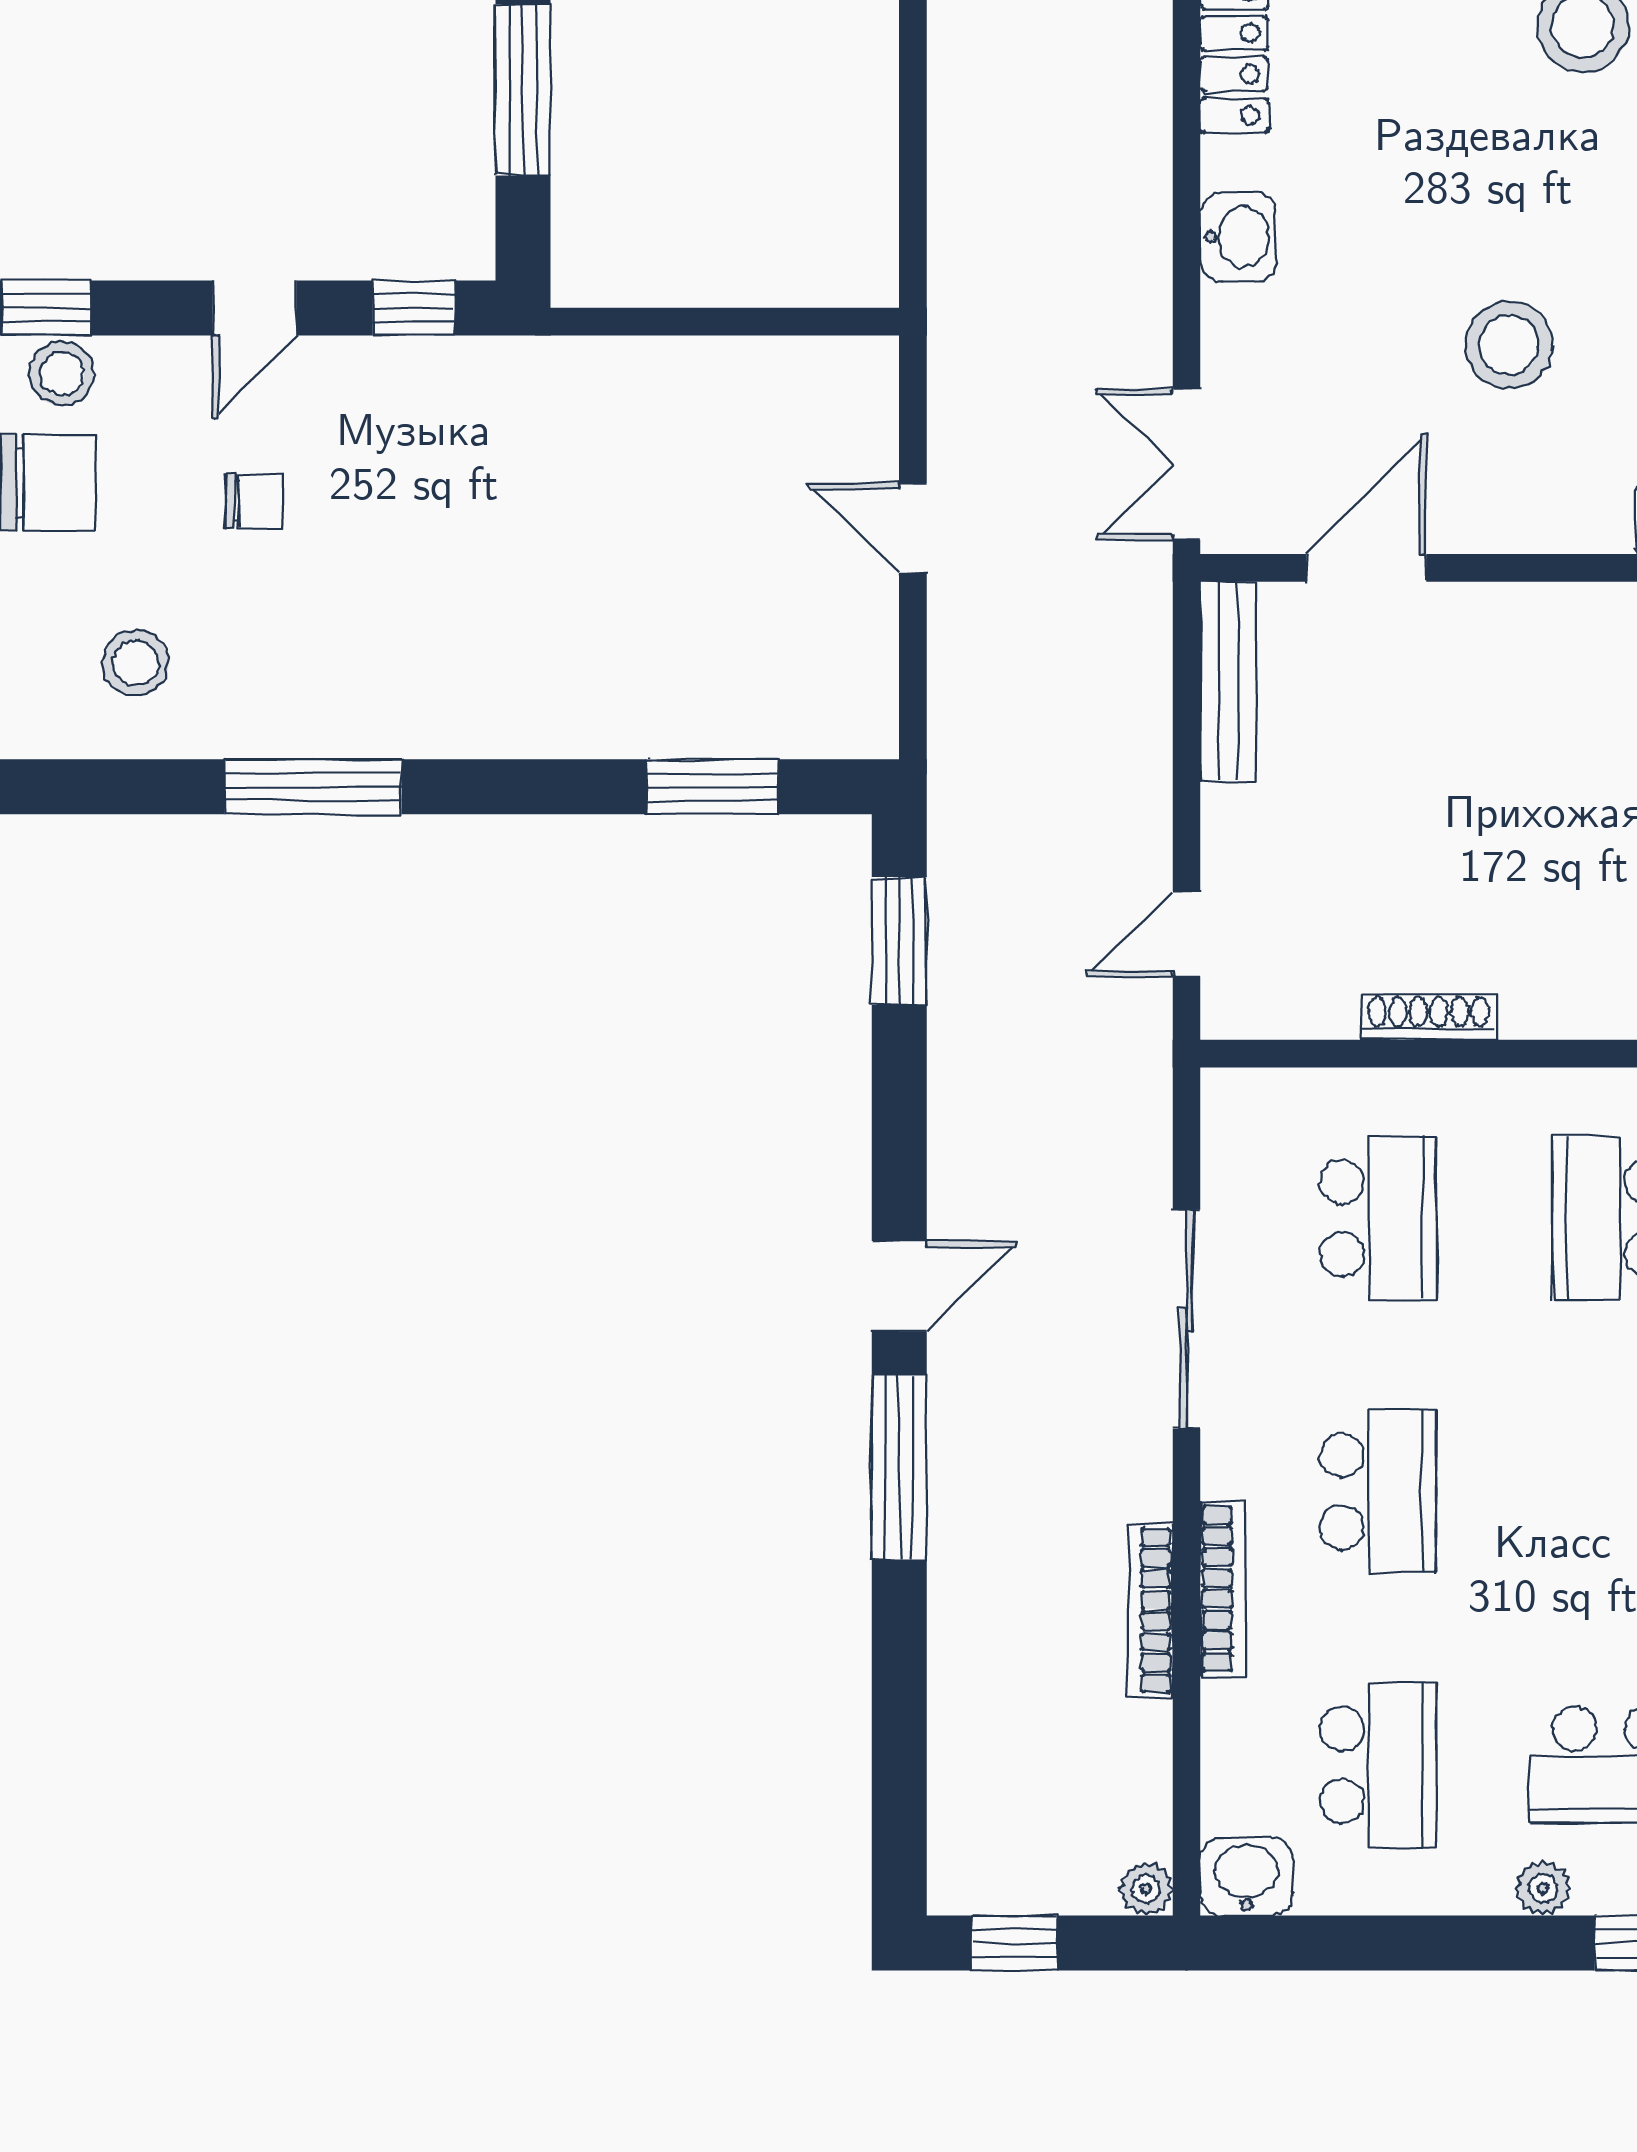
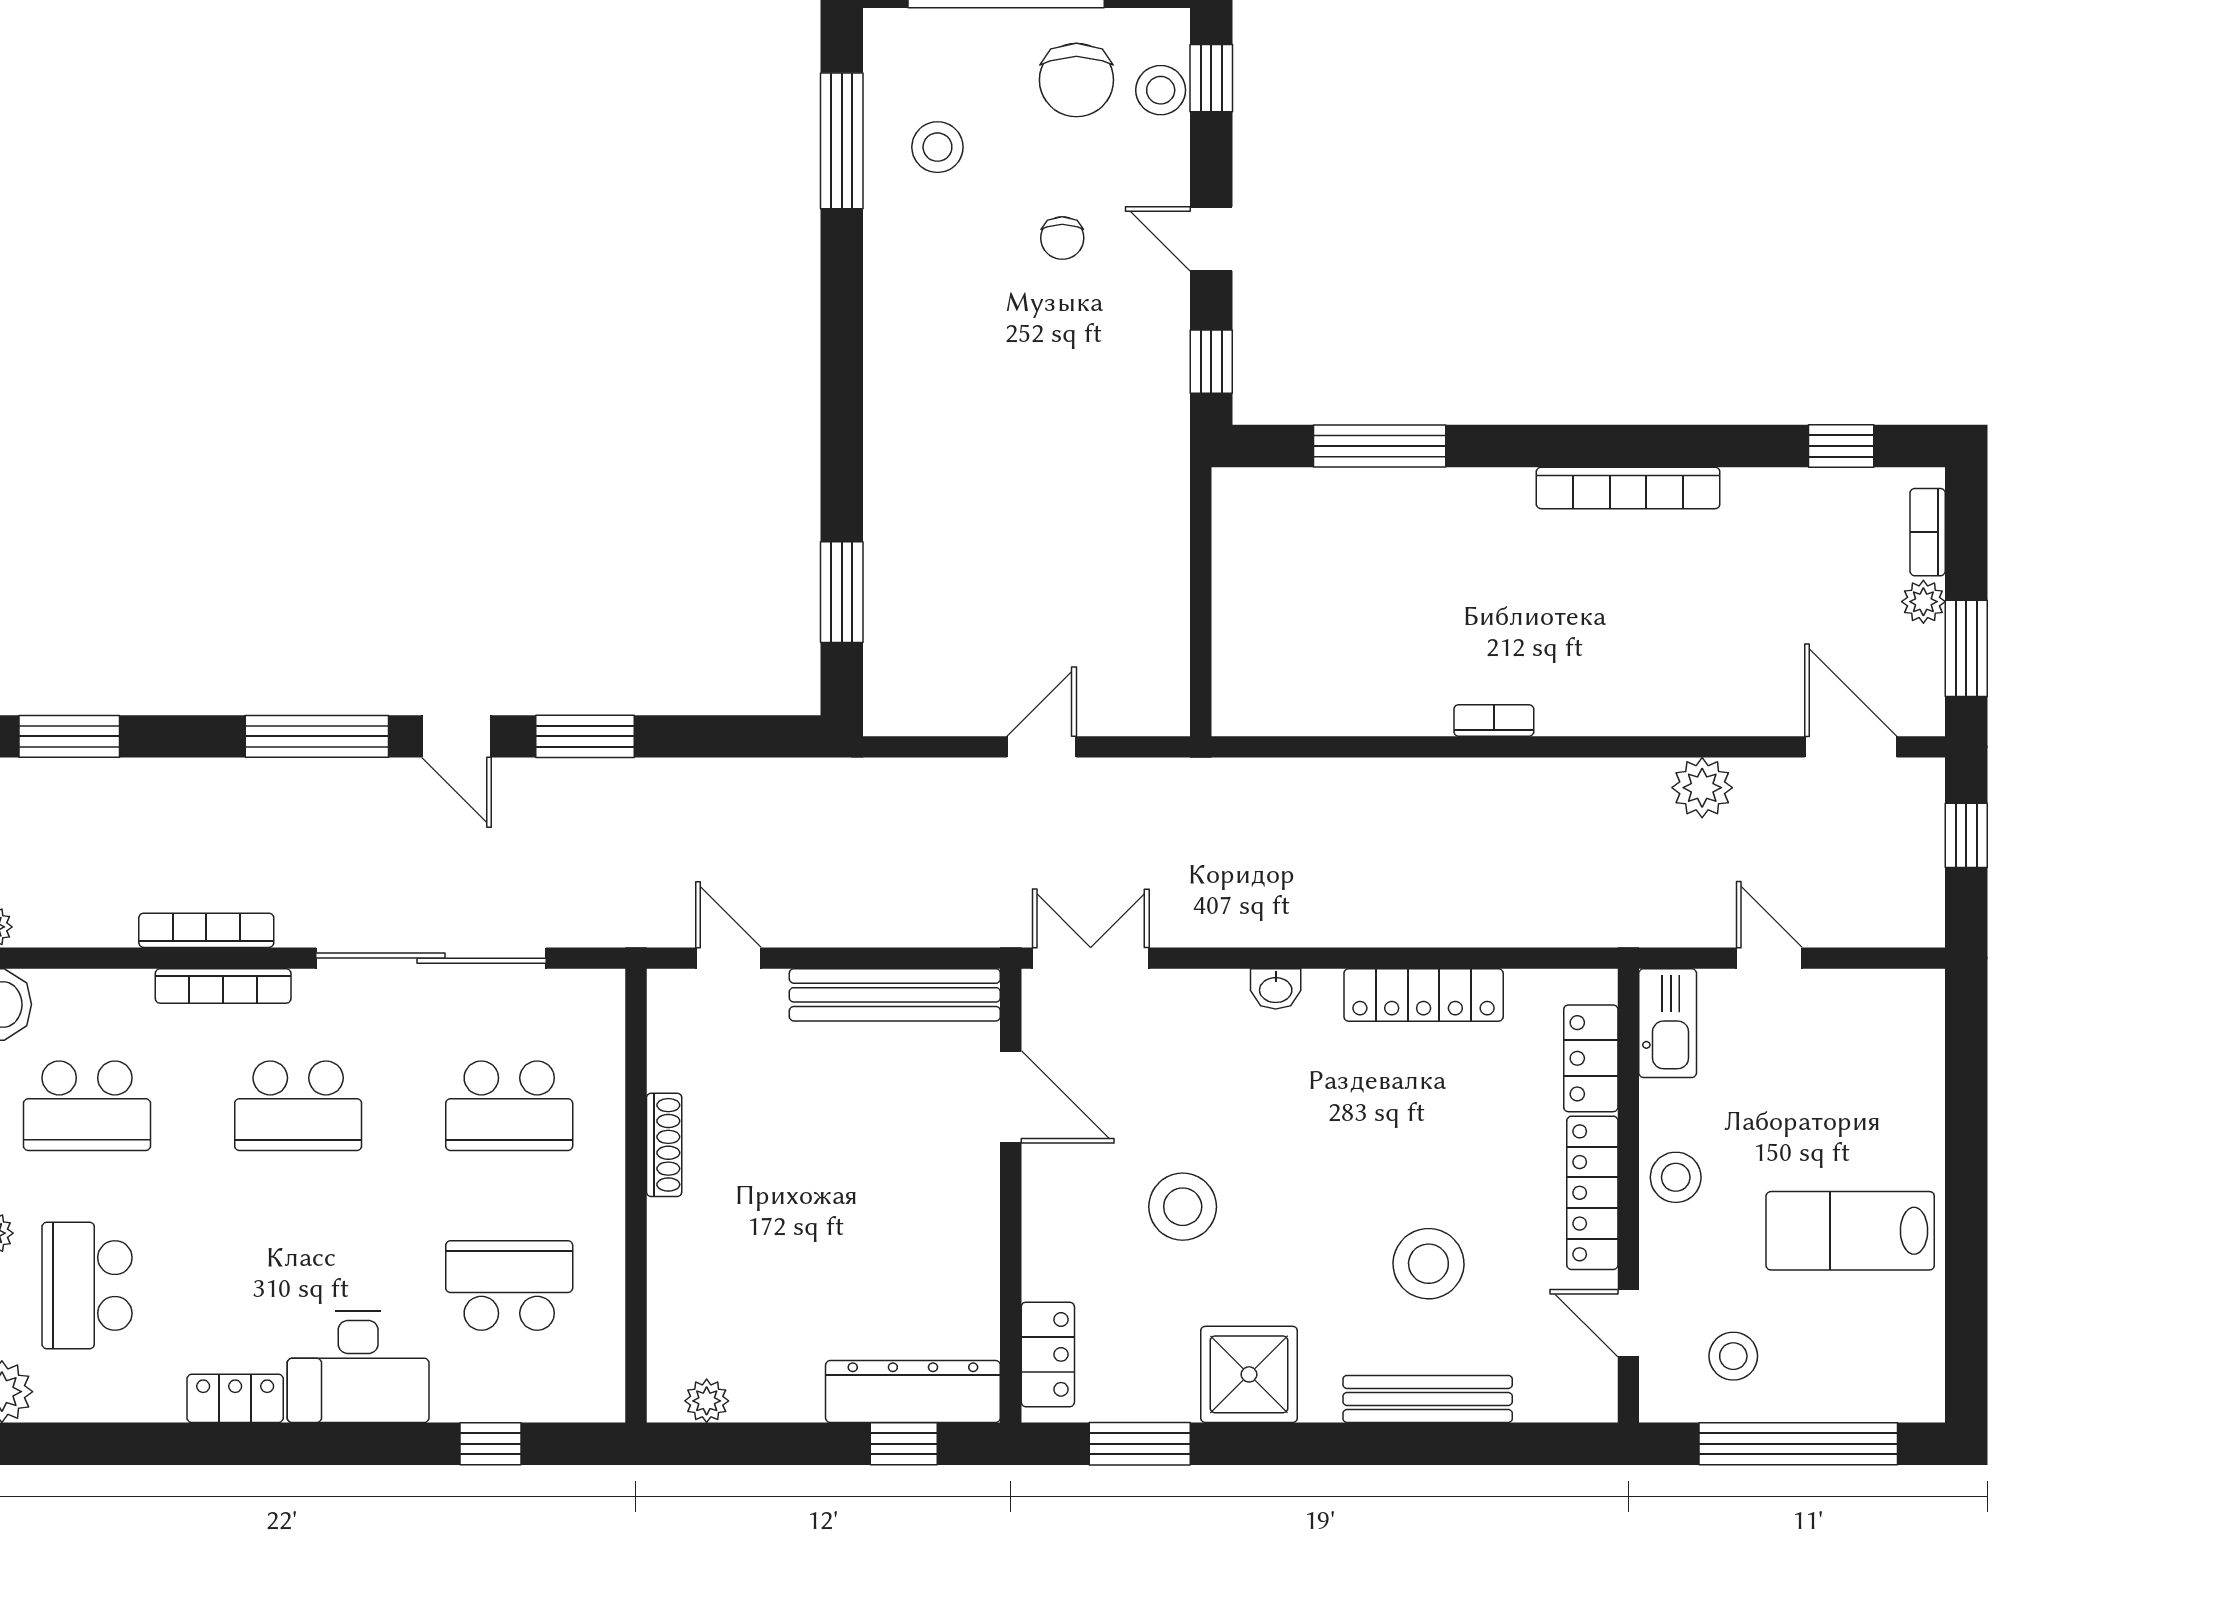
washbasin: (1238, 237) -> (1276, 989), width x0.72, depth x0.69
bench: (1228, 681) -> (895, 995), width x1.37, depth x1.21
window: (313, 787) -> (842, 141), moved
window: (899, 941) -> (585, 736), moved
sliding door: (1187, 1319) -> (431, 958), width x1.36
window: (899, 1788) -> (69, 736), added

